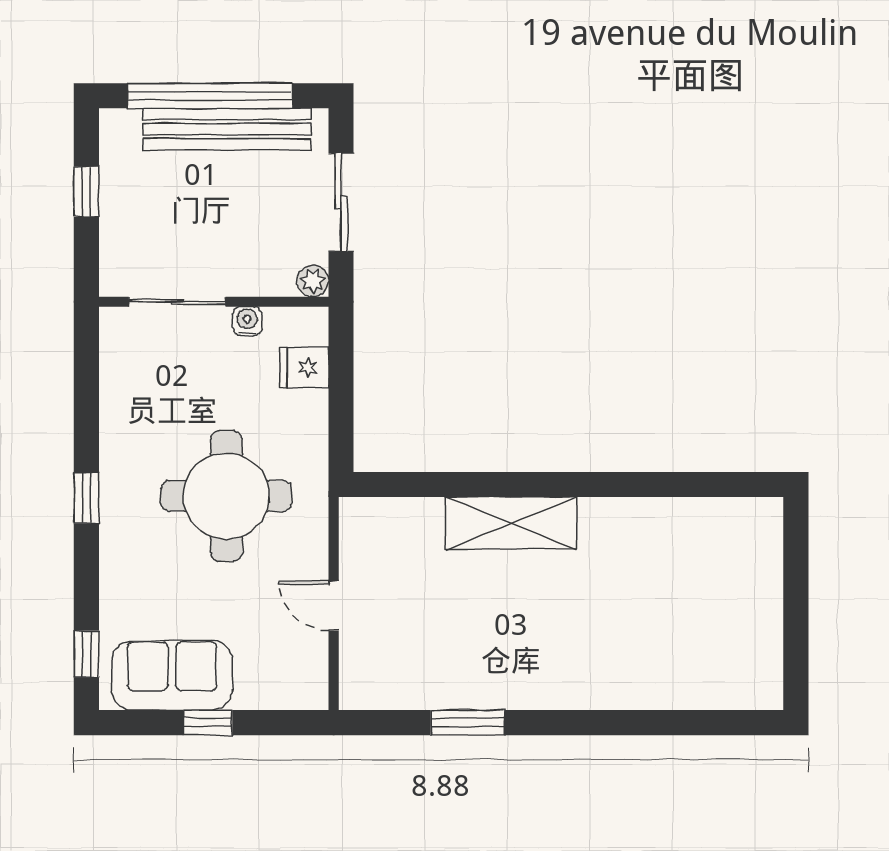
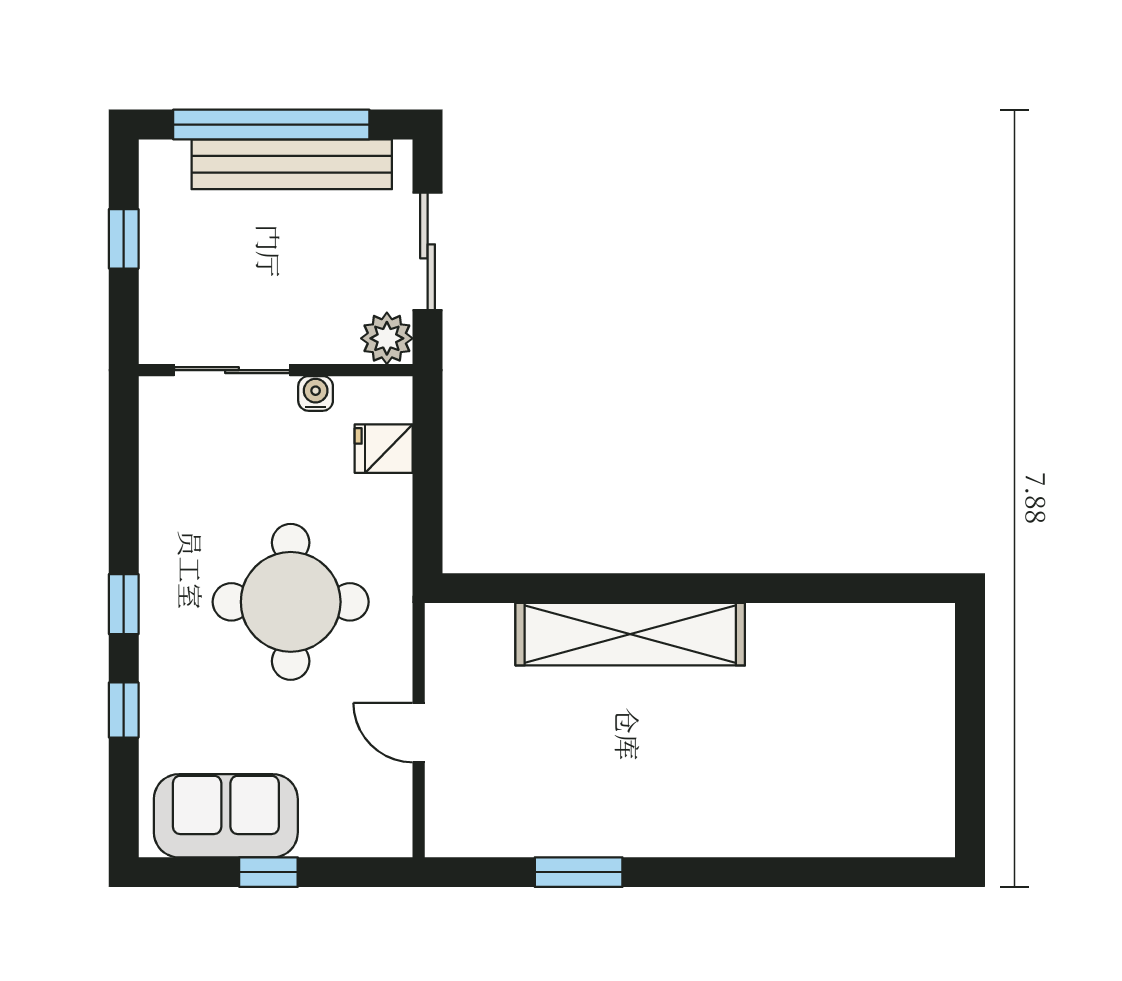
plant: (313, 281) -> (387, 338), width x1.38, depth x1.38
shelving: (511, 523) -> (630, 634), width x1.47
window: (86, 654) -> (124, 710), moved

